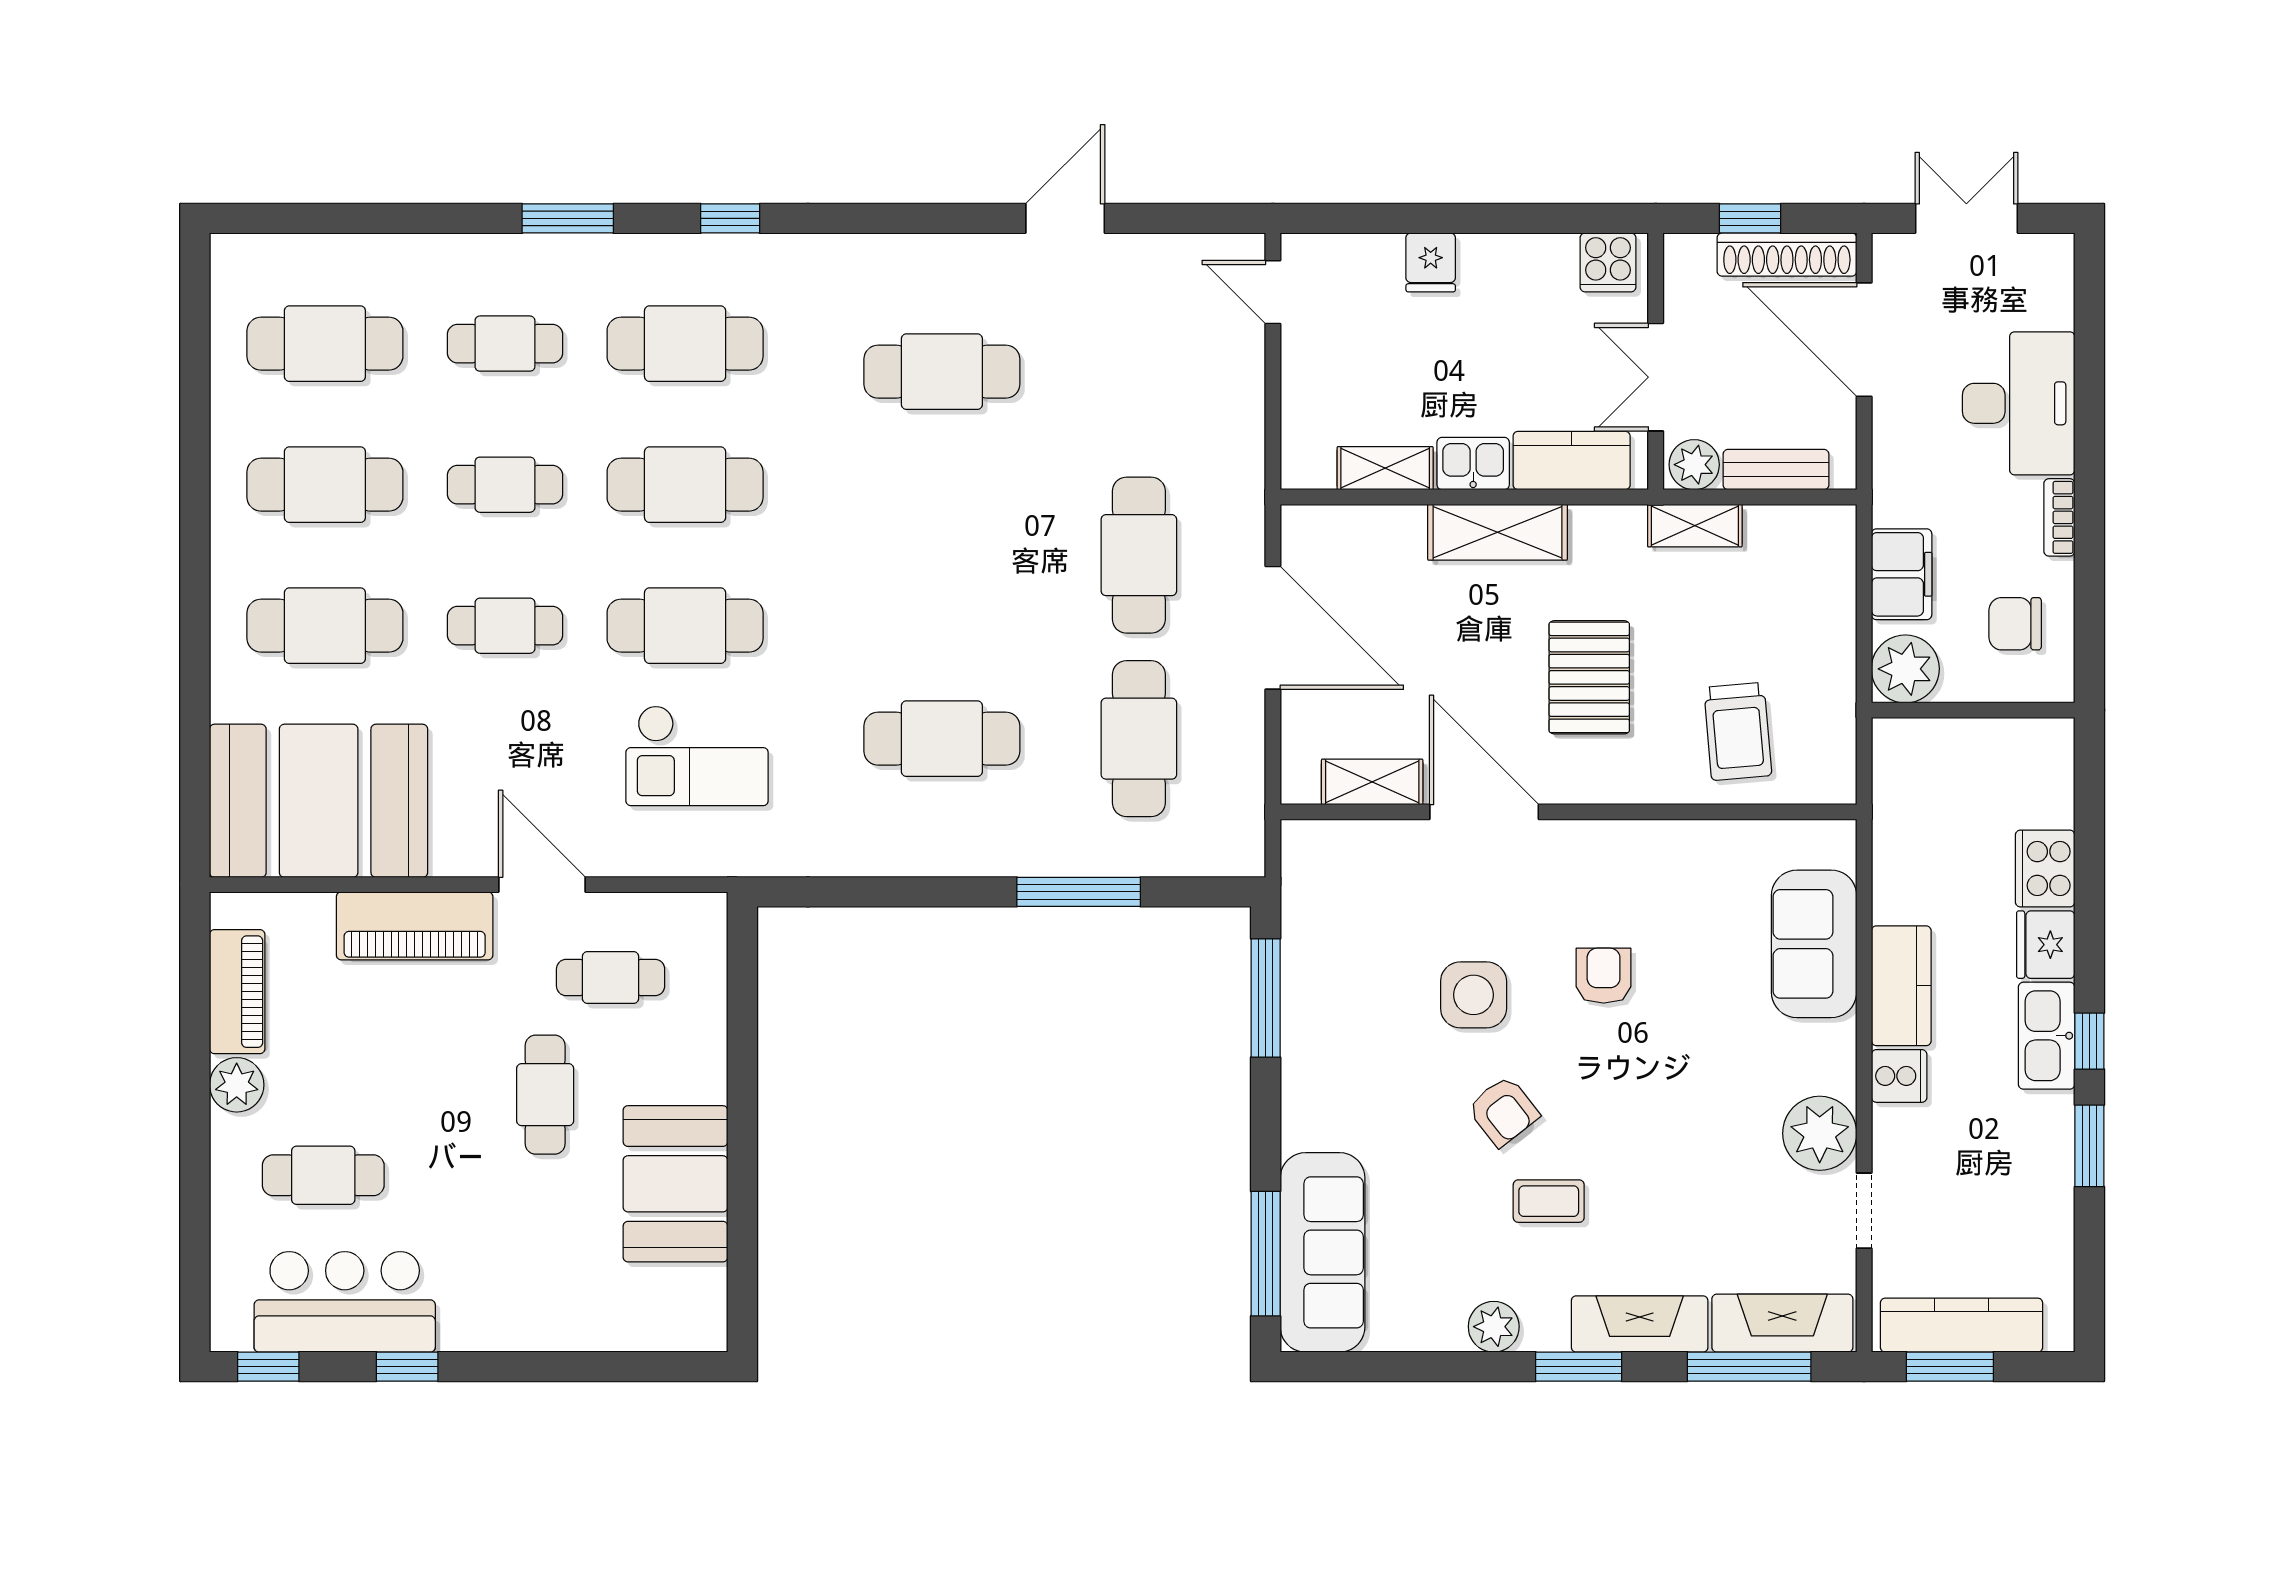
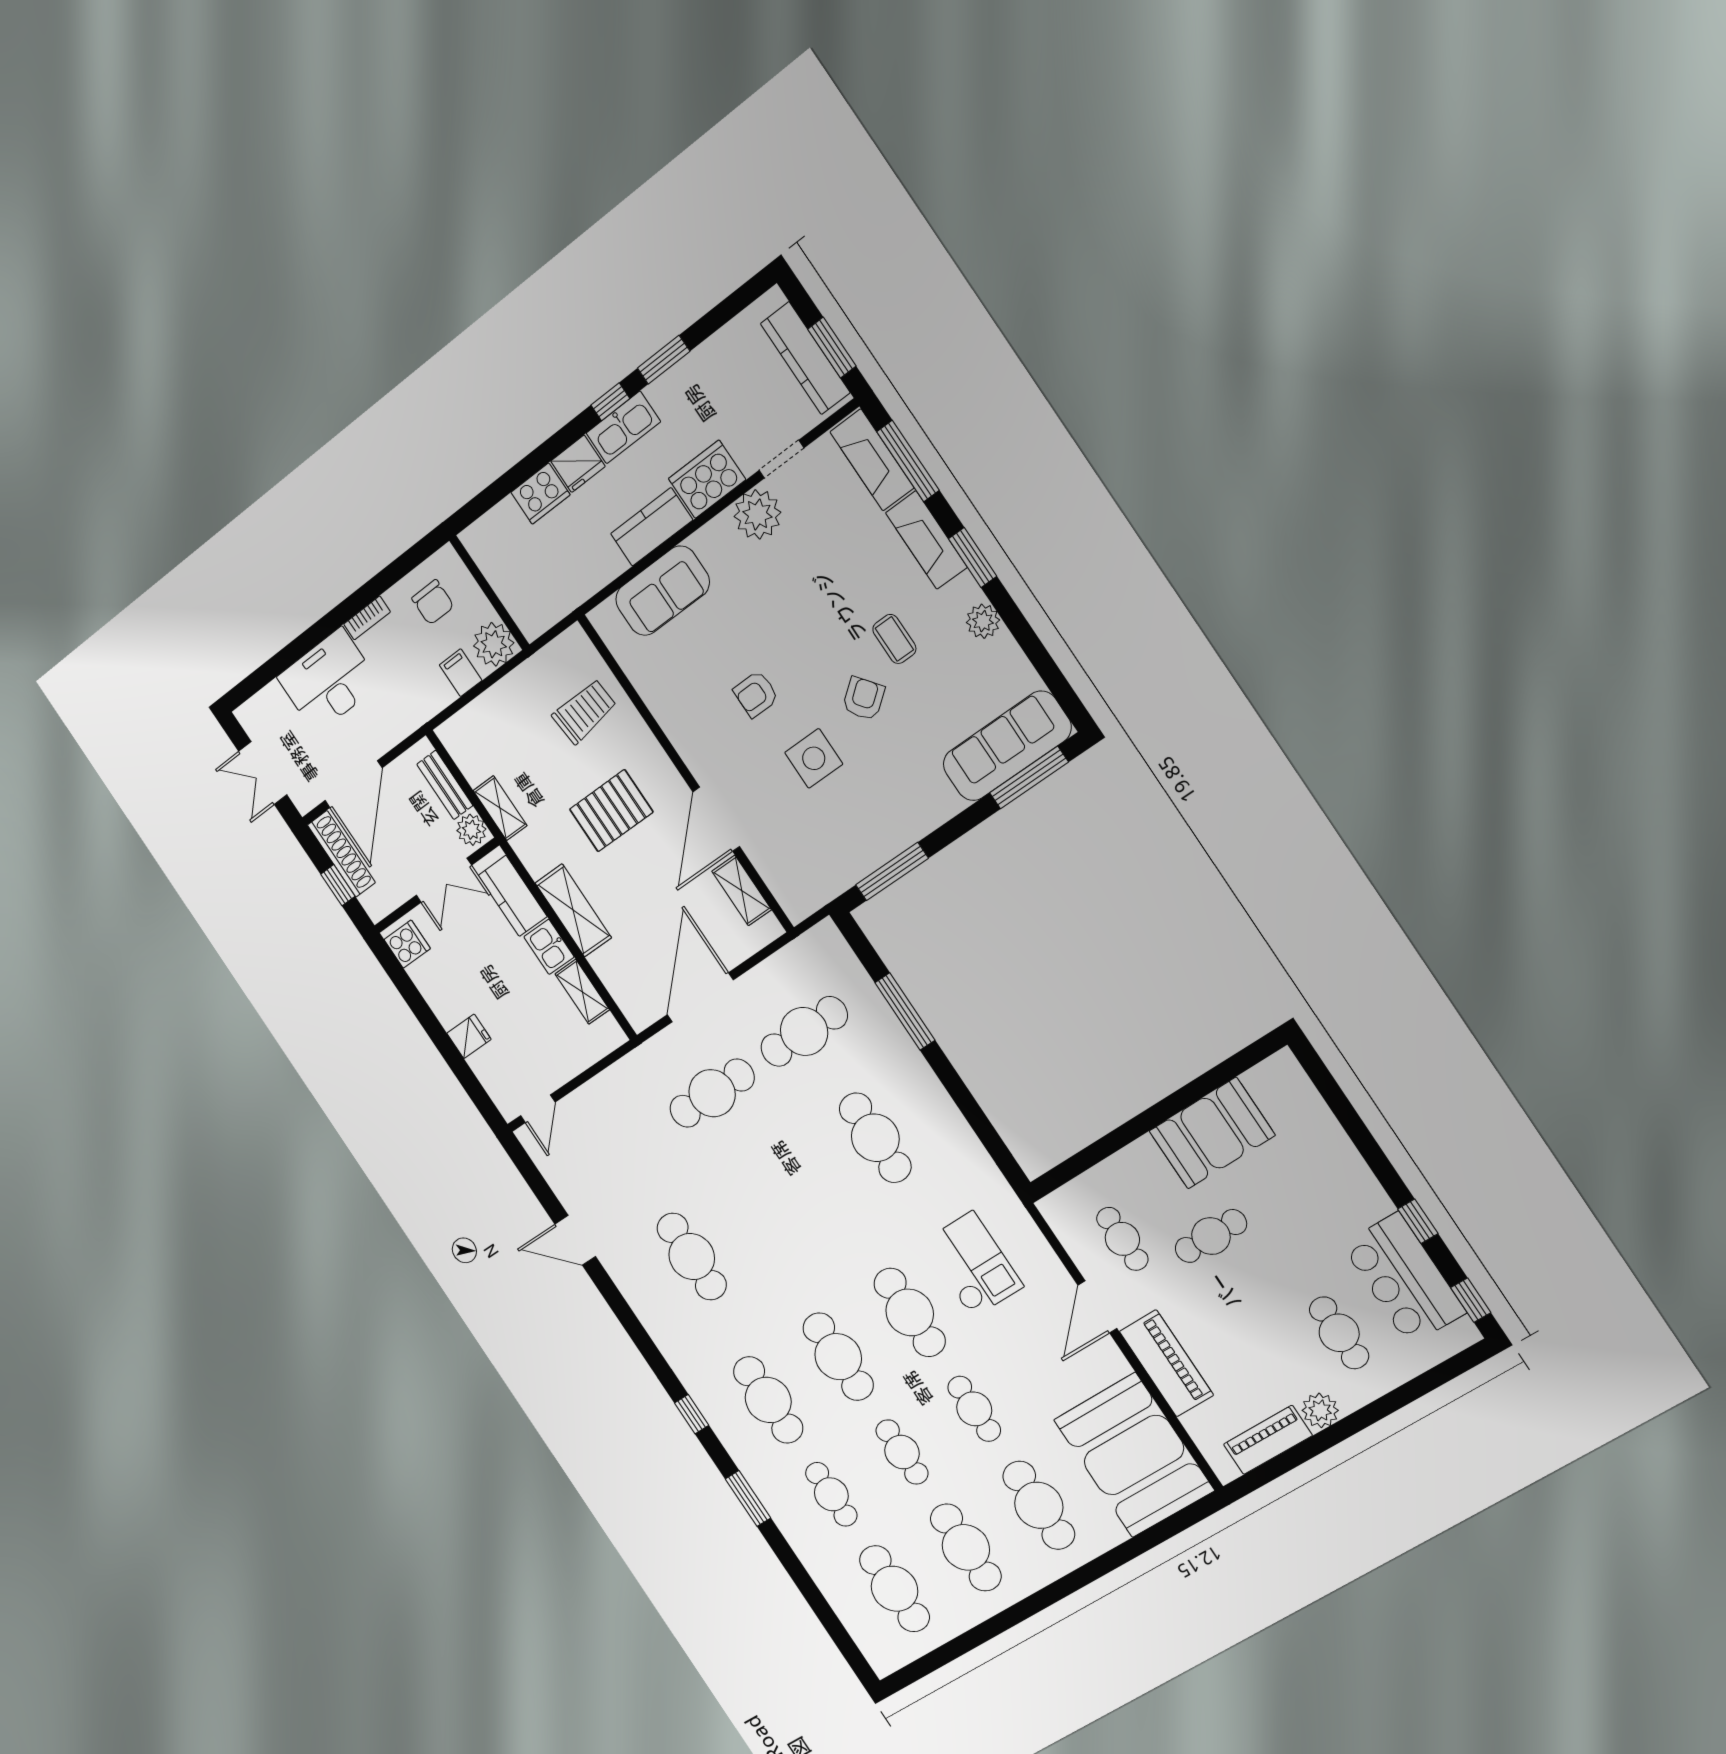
filing cabinet: (1902, 574) -> (461, 673), width x0.50
cooker: (1899, 1076) -> (707, 479), width x1.87, depth x1.31

